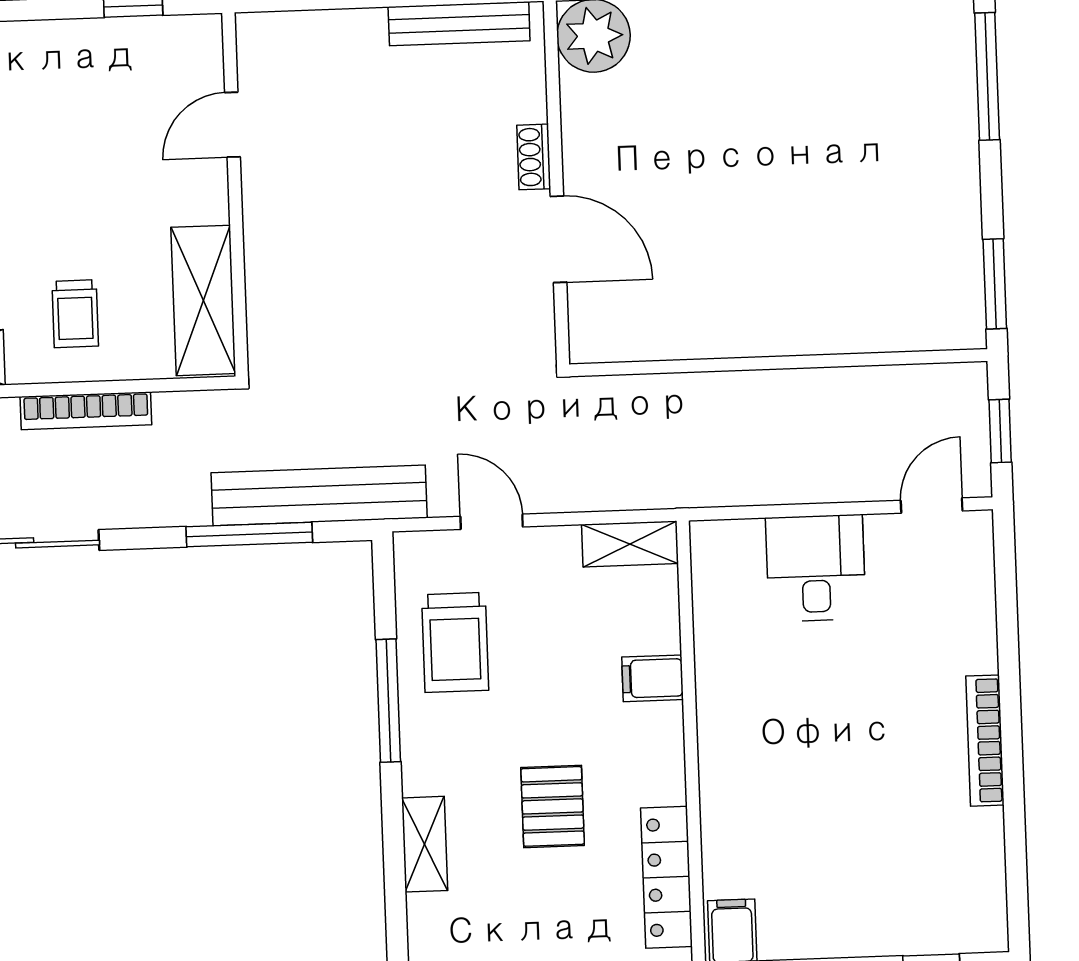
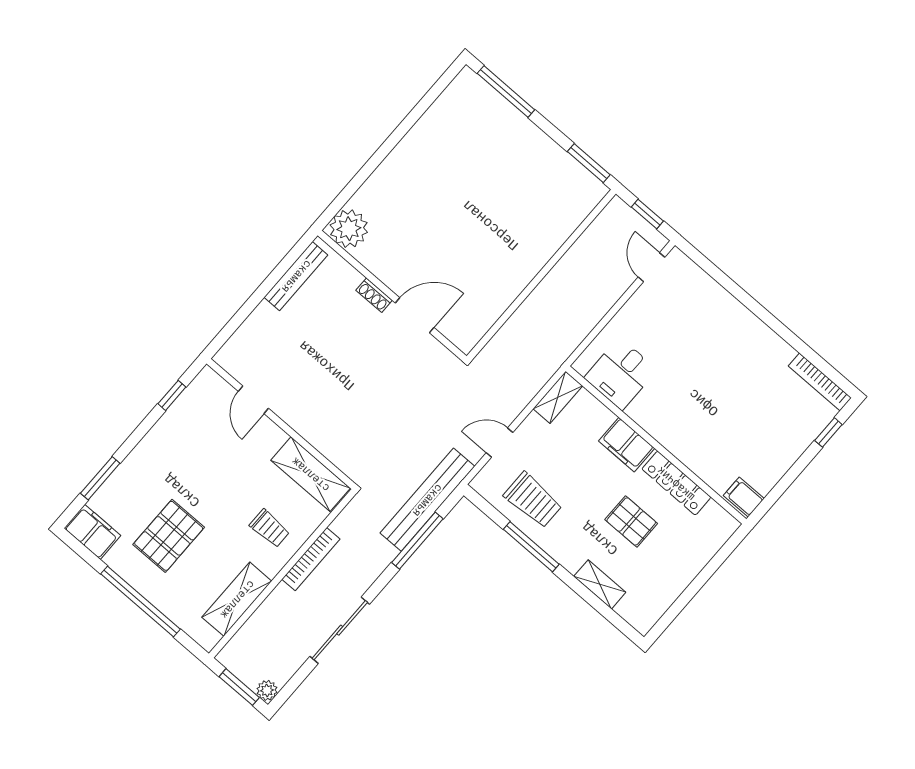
desk: (816, 568) -> (621, 374), moved, turned -90
filing cabinet: (653, 678) -> (627, 445), width x2.00
bookcase: (985, 741) -> (820, 382), moved
locker: (667, 877) -> (676, 483), moved

